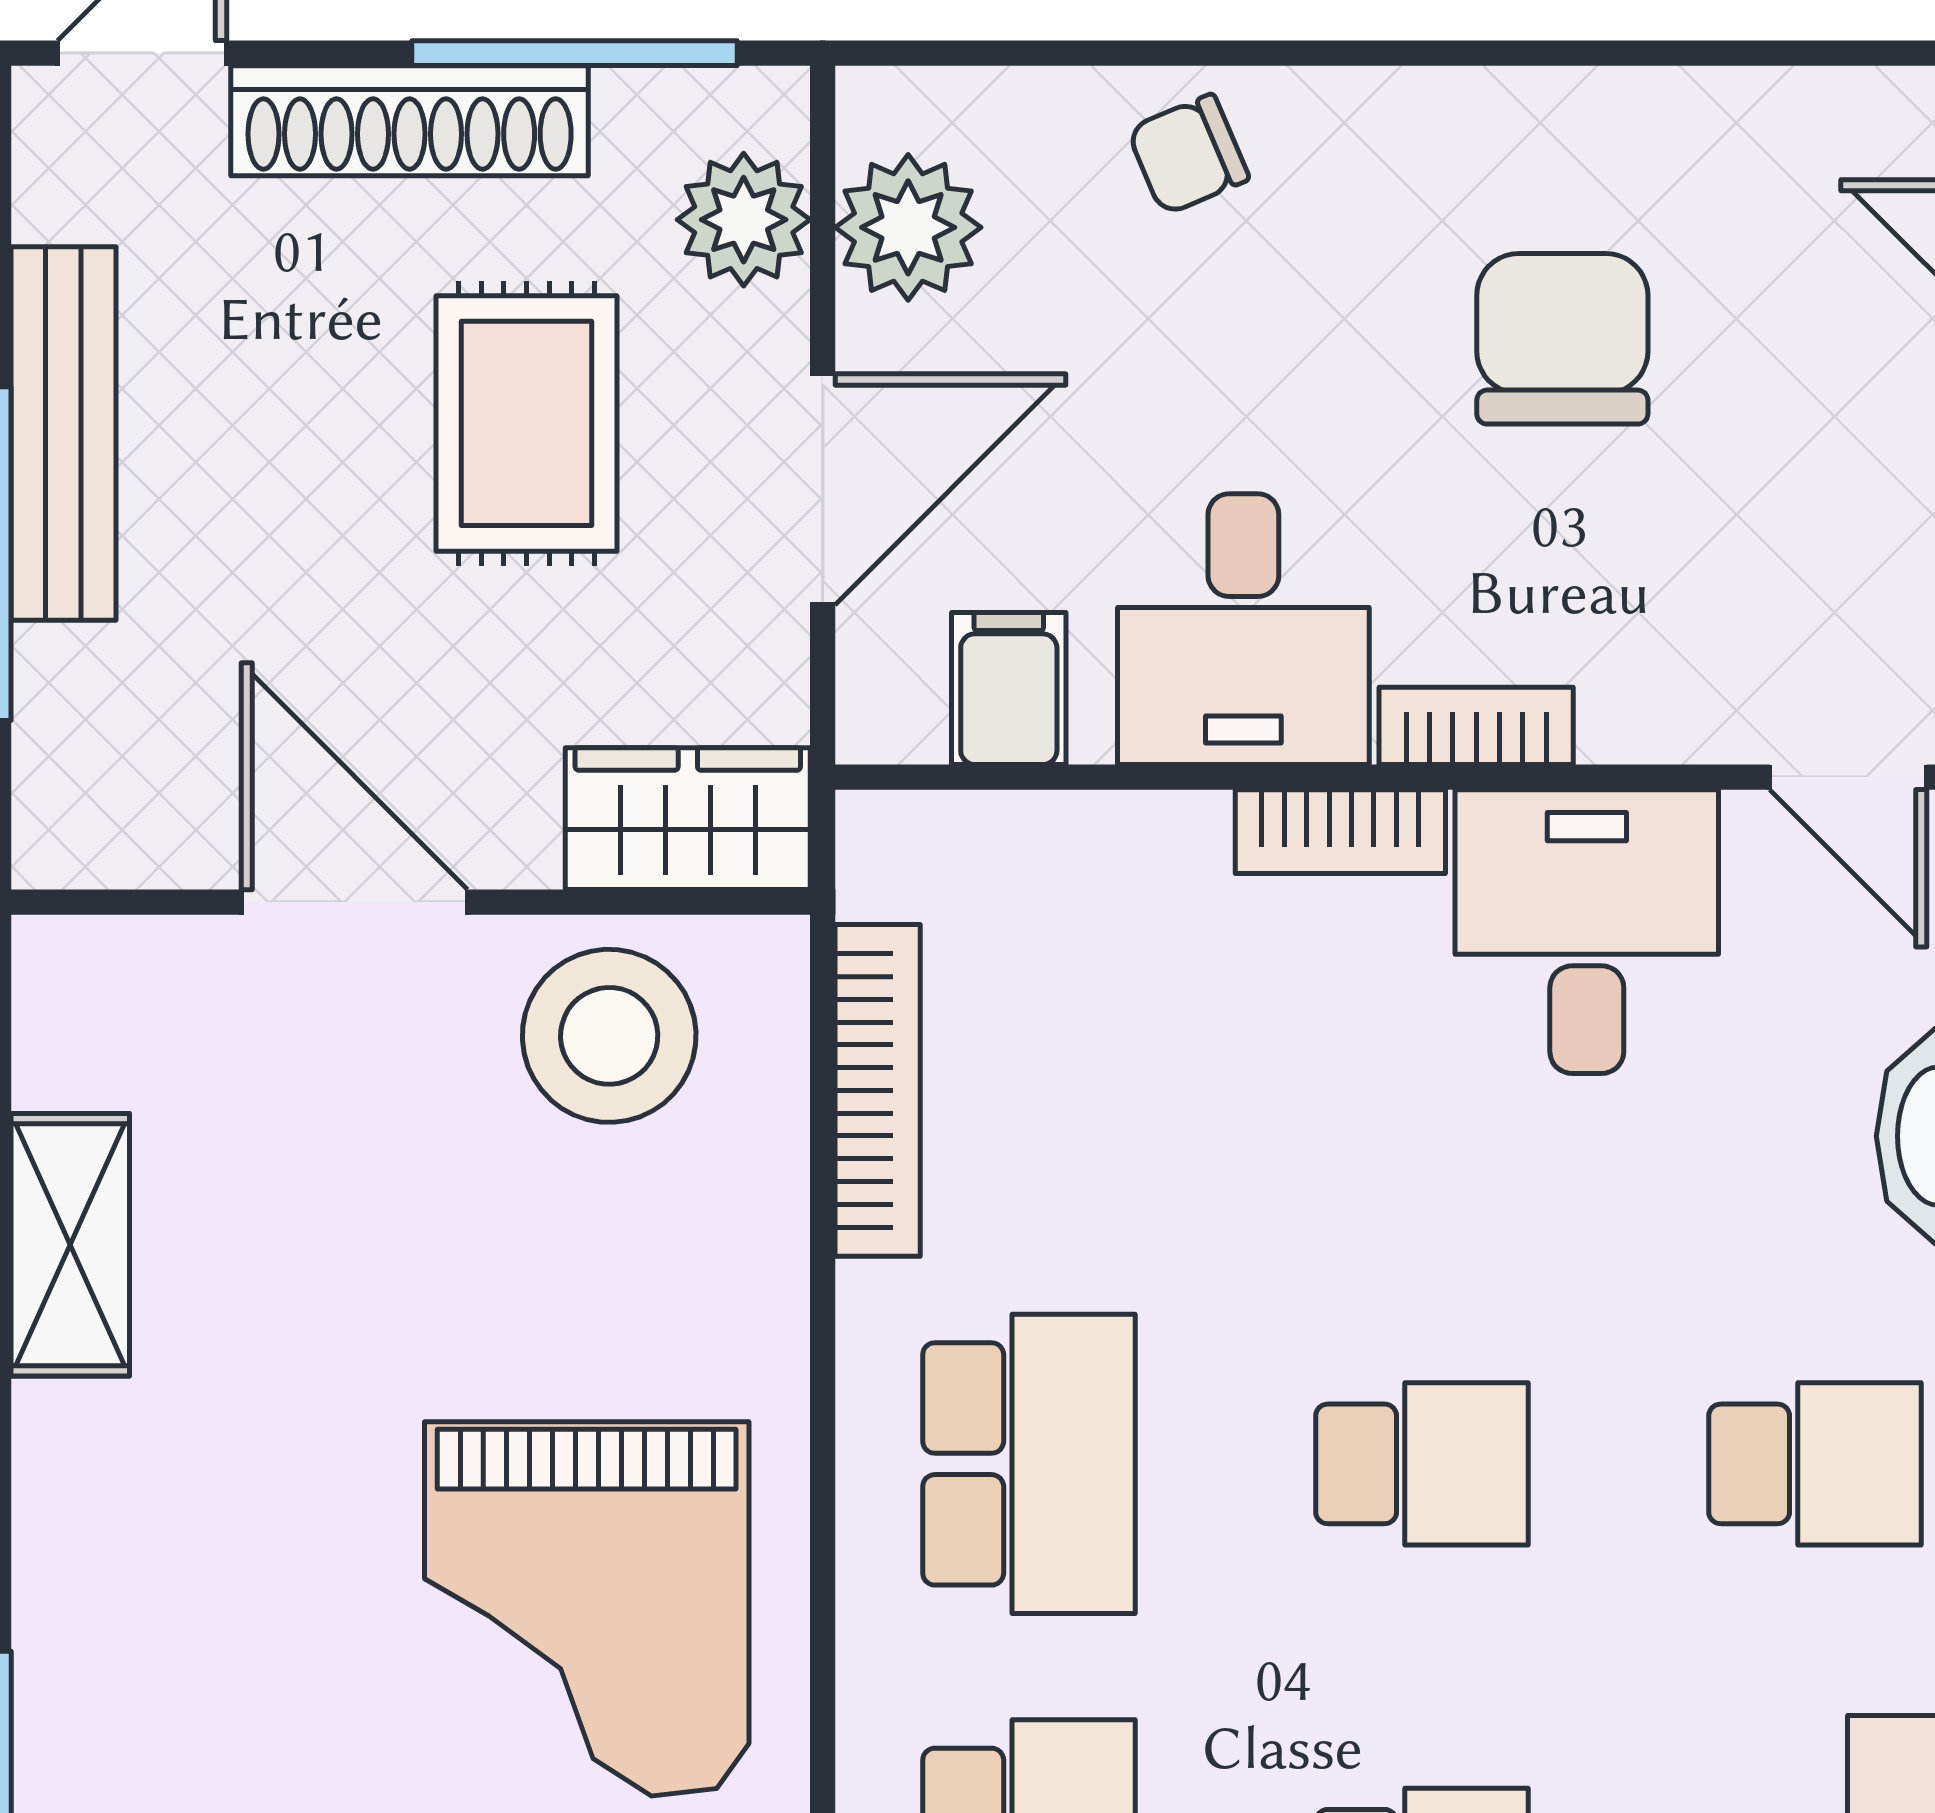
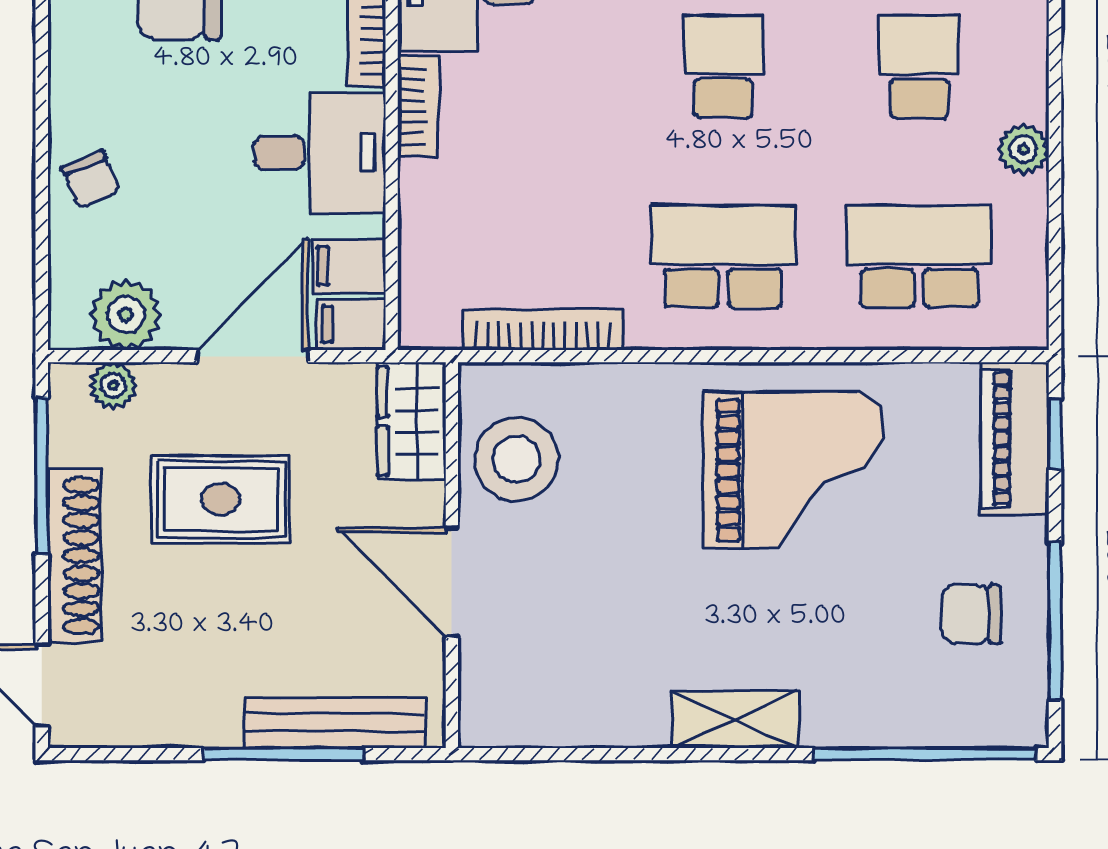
plant: (744, 220) -> (113, 385), width x0.73, depth x0.73
bench: (63, 433) -> (334, 723), moved
door: (823, 489) -> (252, 356), hinge flipped
filing cabinet: (888, 694) -> (351, 324), added
door: (354, 902) -> (452, 582), hinge flipped
shelving: (70, 1245) -> (735, 719), moved

